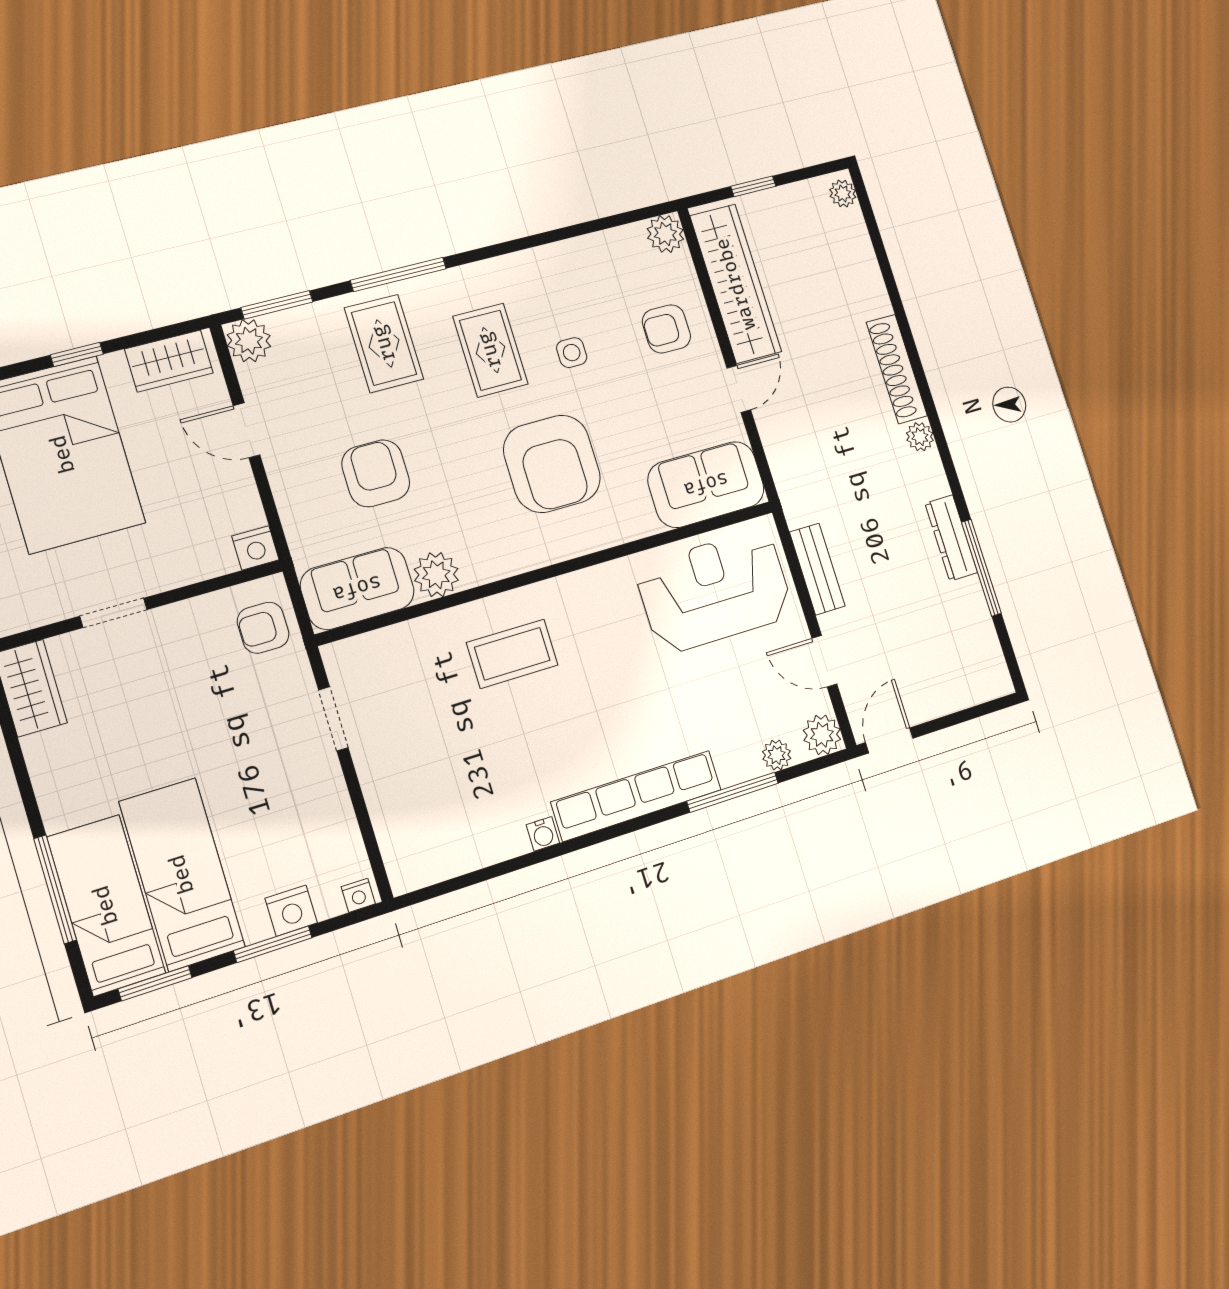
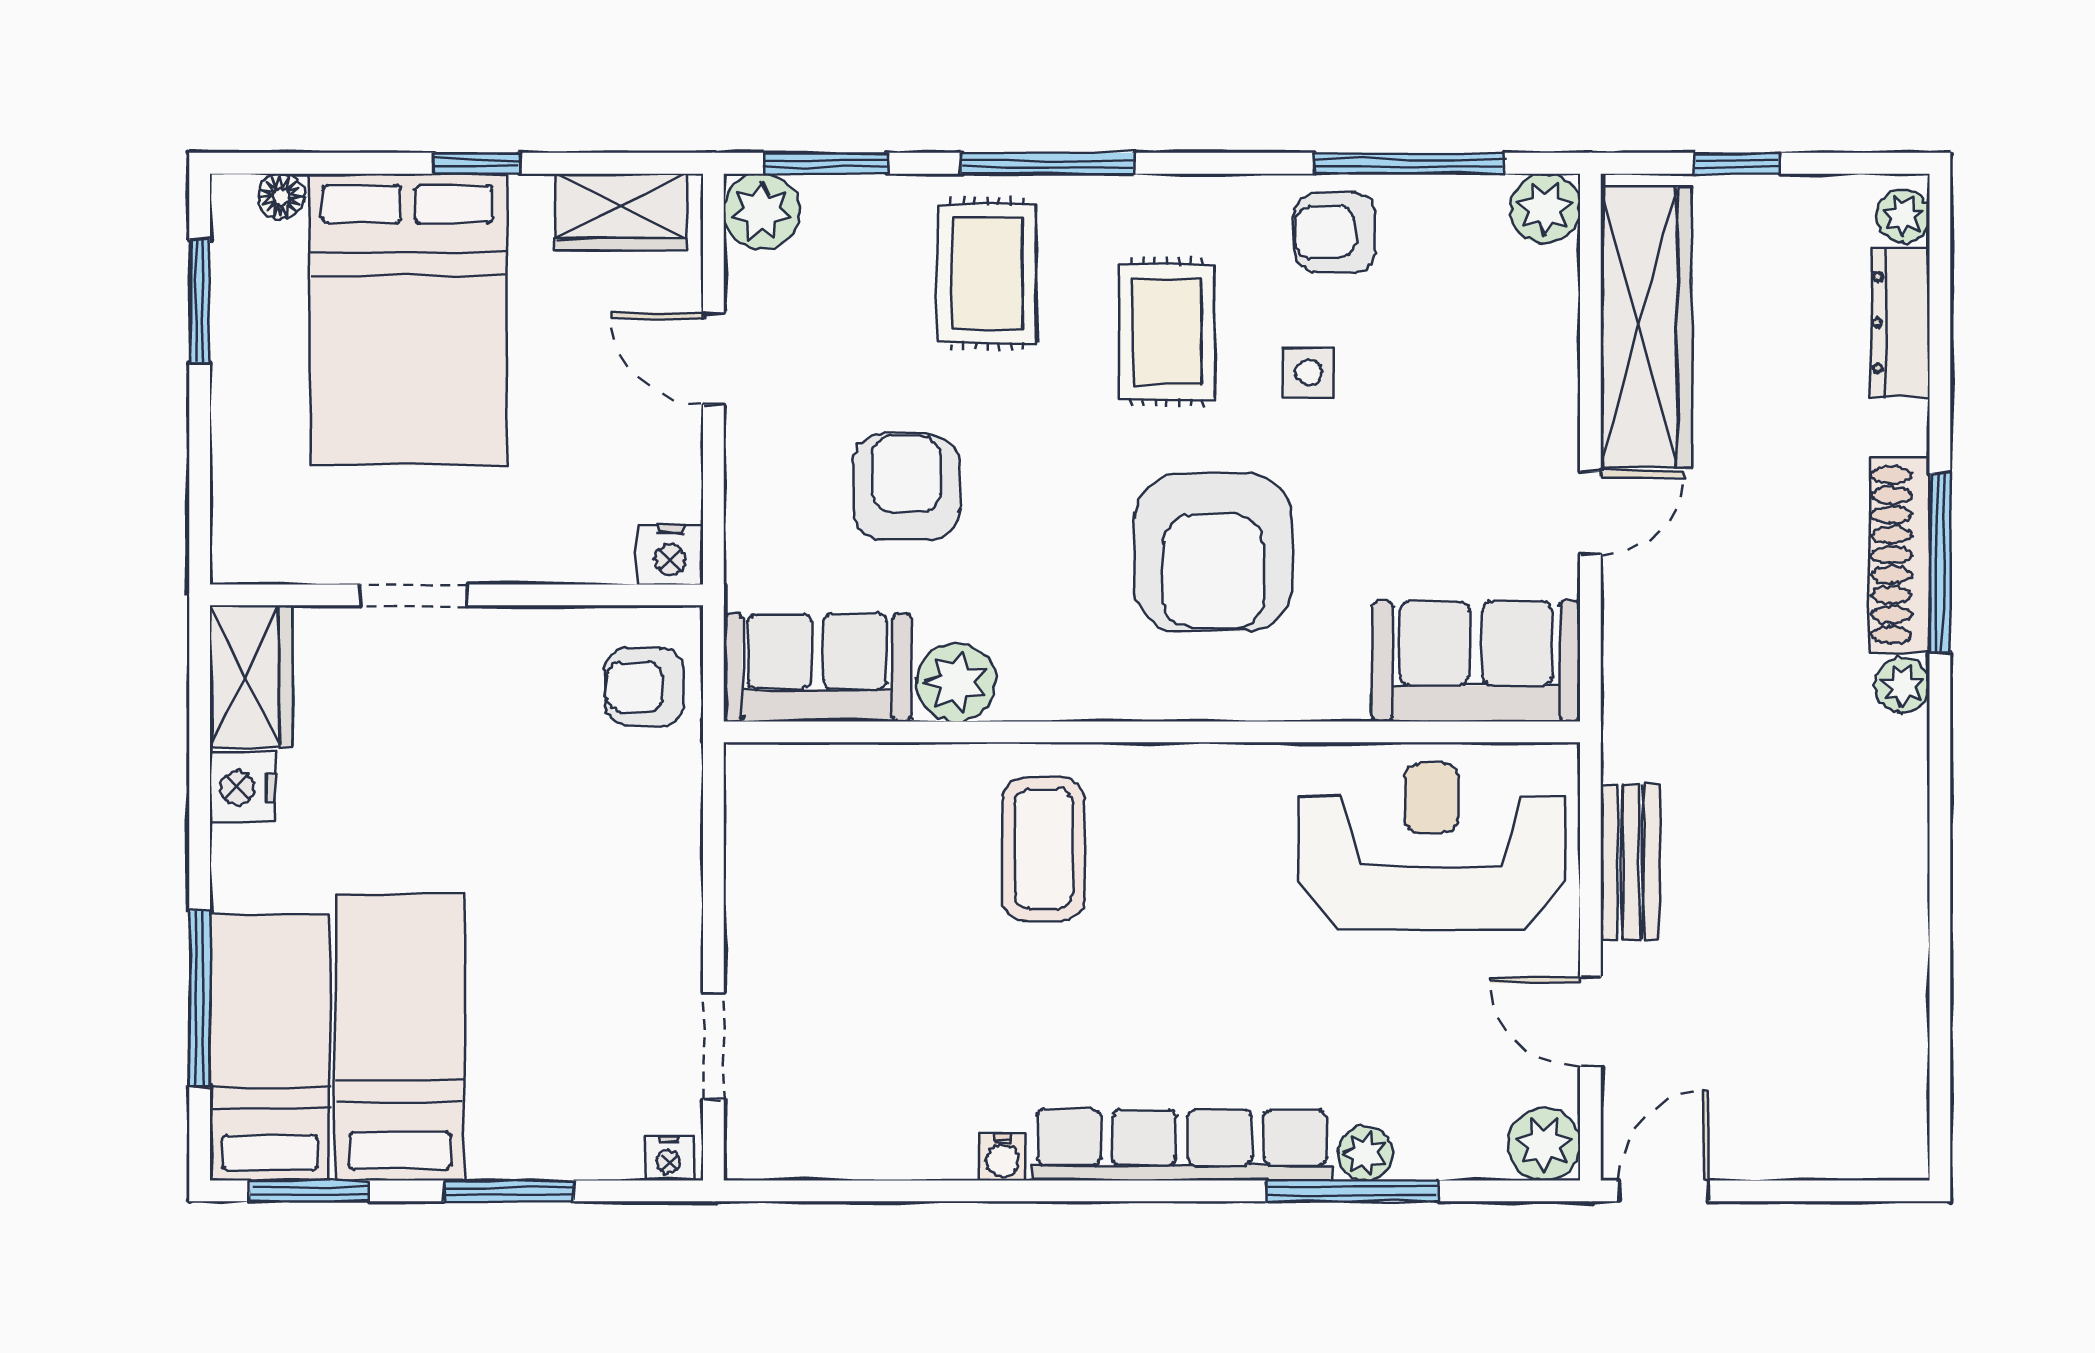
window: (589, 227) -> (1409, 163), added
armchair: (666, 329) -> (1335, 232), moved
dresser: (951, 538) -> (1900, 323), moved
window: (981, 568) -> (1940, 563), moved
coffee table: (512, 654) -> (1044, 849), turned 90
doorway: (333, 719) -> (713, 1046), moved
plant: (777, 755) -> (1365, 1153), moved
nightstand: (291, 911) -> (243, 788), moved, turned 90

